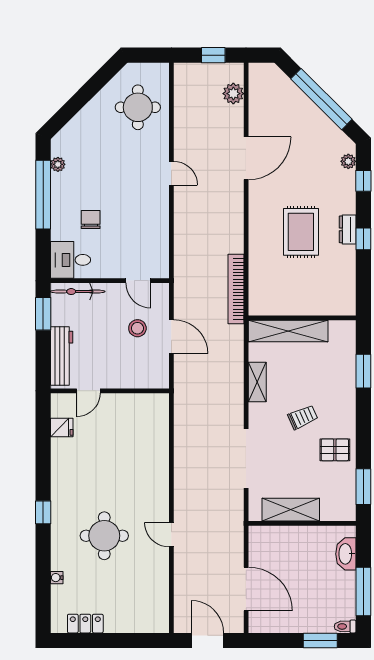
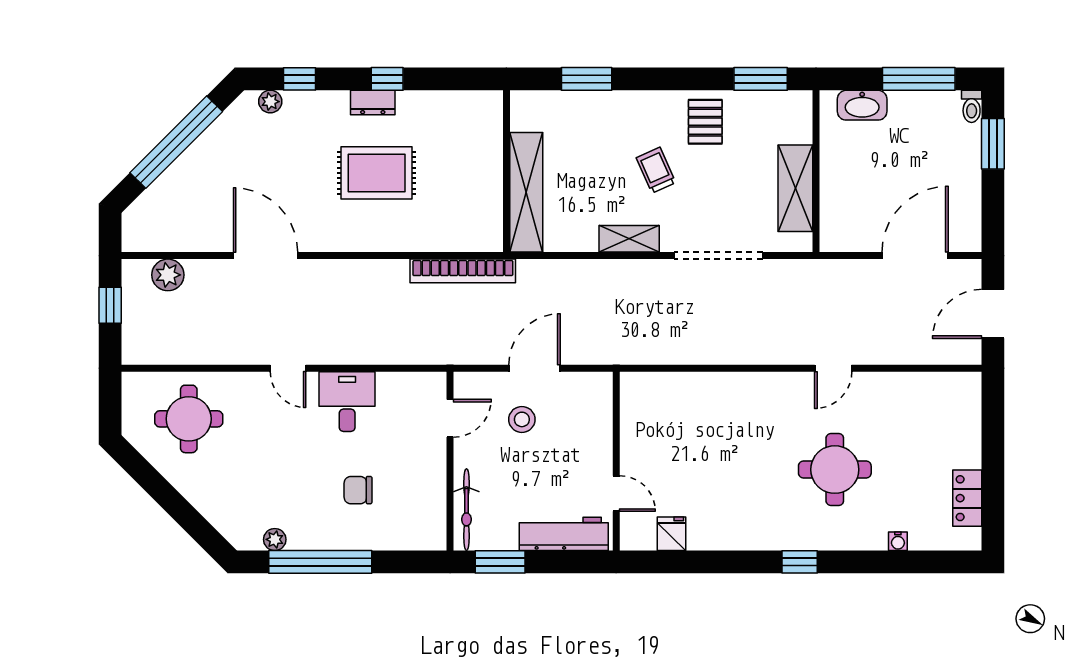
door: (171, 173) -> (288, 368), swing flipped
desk: (70, 260) -> (347, 402), moved, turned 180
shelving: (257, 382) -> (629, 239), moved

